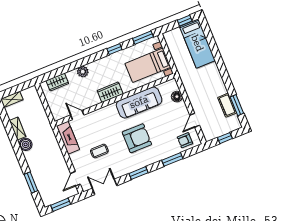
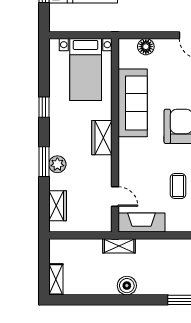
window: (143, 38) -> (44, 162), moved
door: (77, 115) -> (115, 197), swing flipped
shelving: (18, 128) -> (119, 246), moved

